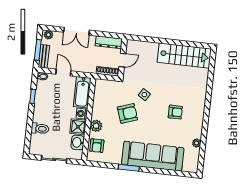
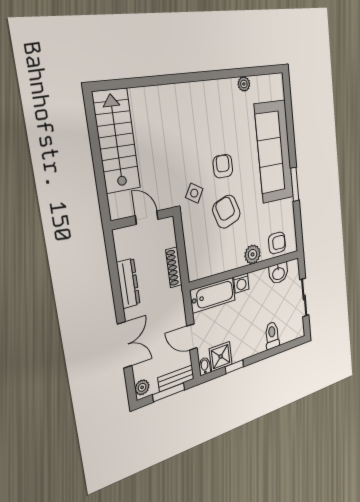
wall: (123, 58) -> (143, 218), moved
door: (122, 60) -> (147, 218), moved
door: (63, 73) -> (192, 337), hinge flipped
armchair: (175, 112) -> (223, 166), moved
shower: (78, 127) -> (221, 356), moved

